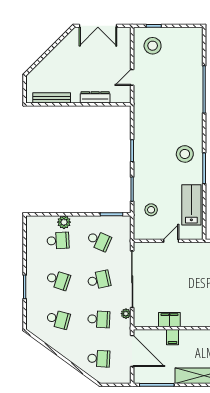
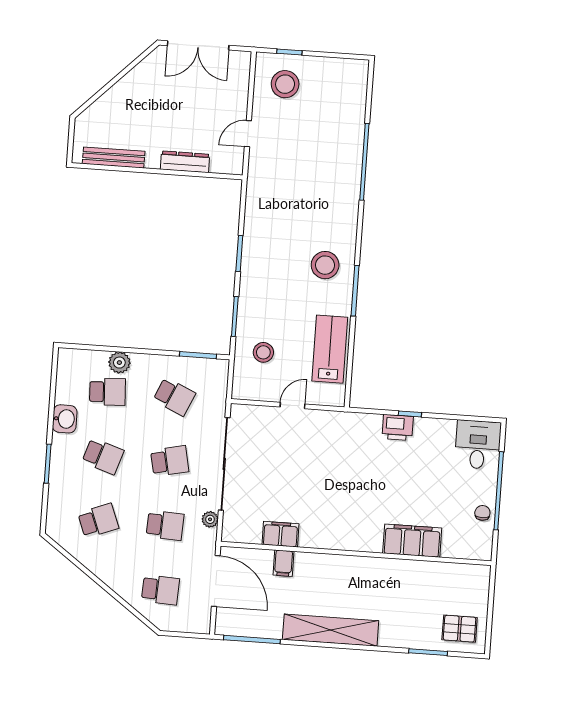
washbasin: (33, 259) -> (65, 419), added
school desk: (58, 319) -> (98, 521), turned -36

